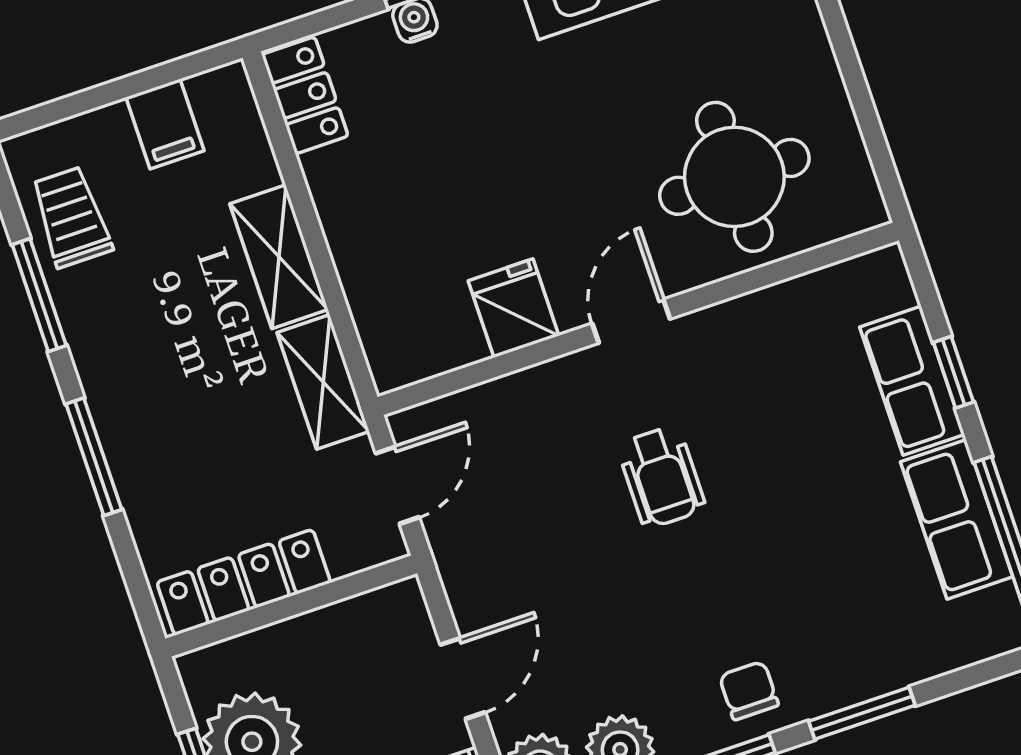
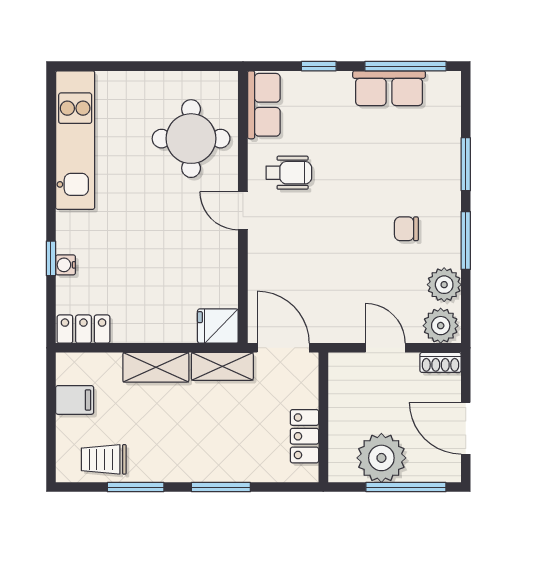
fridge: (514, 308) -> (218, 326), moved
row of seats: (912, 381) -> (264, 105), moved, turned -90
wheelchair: (661, 477) -> (289, 173), moved
door: (397, 485) -> (283, 348), width x1.38
locker: (244, 582) -> (304, 436), width x0.66
chair: (749, 691) -> (406, 229), moved

